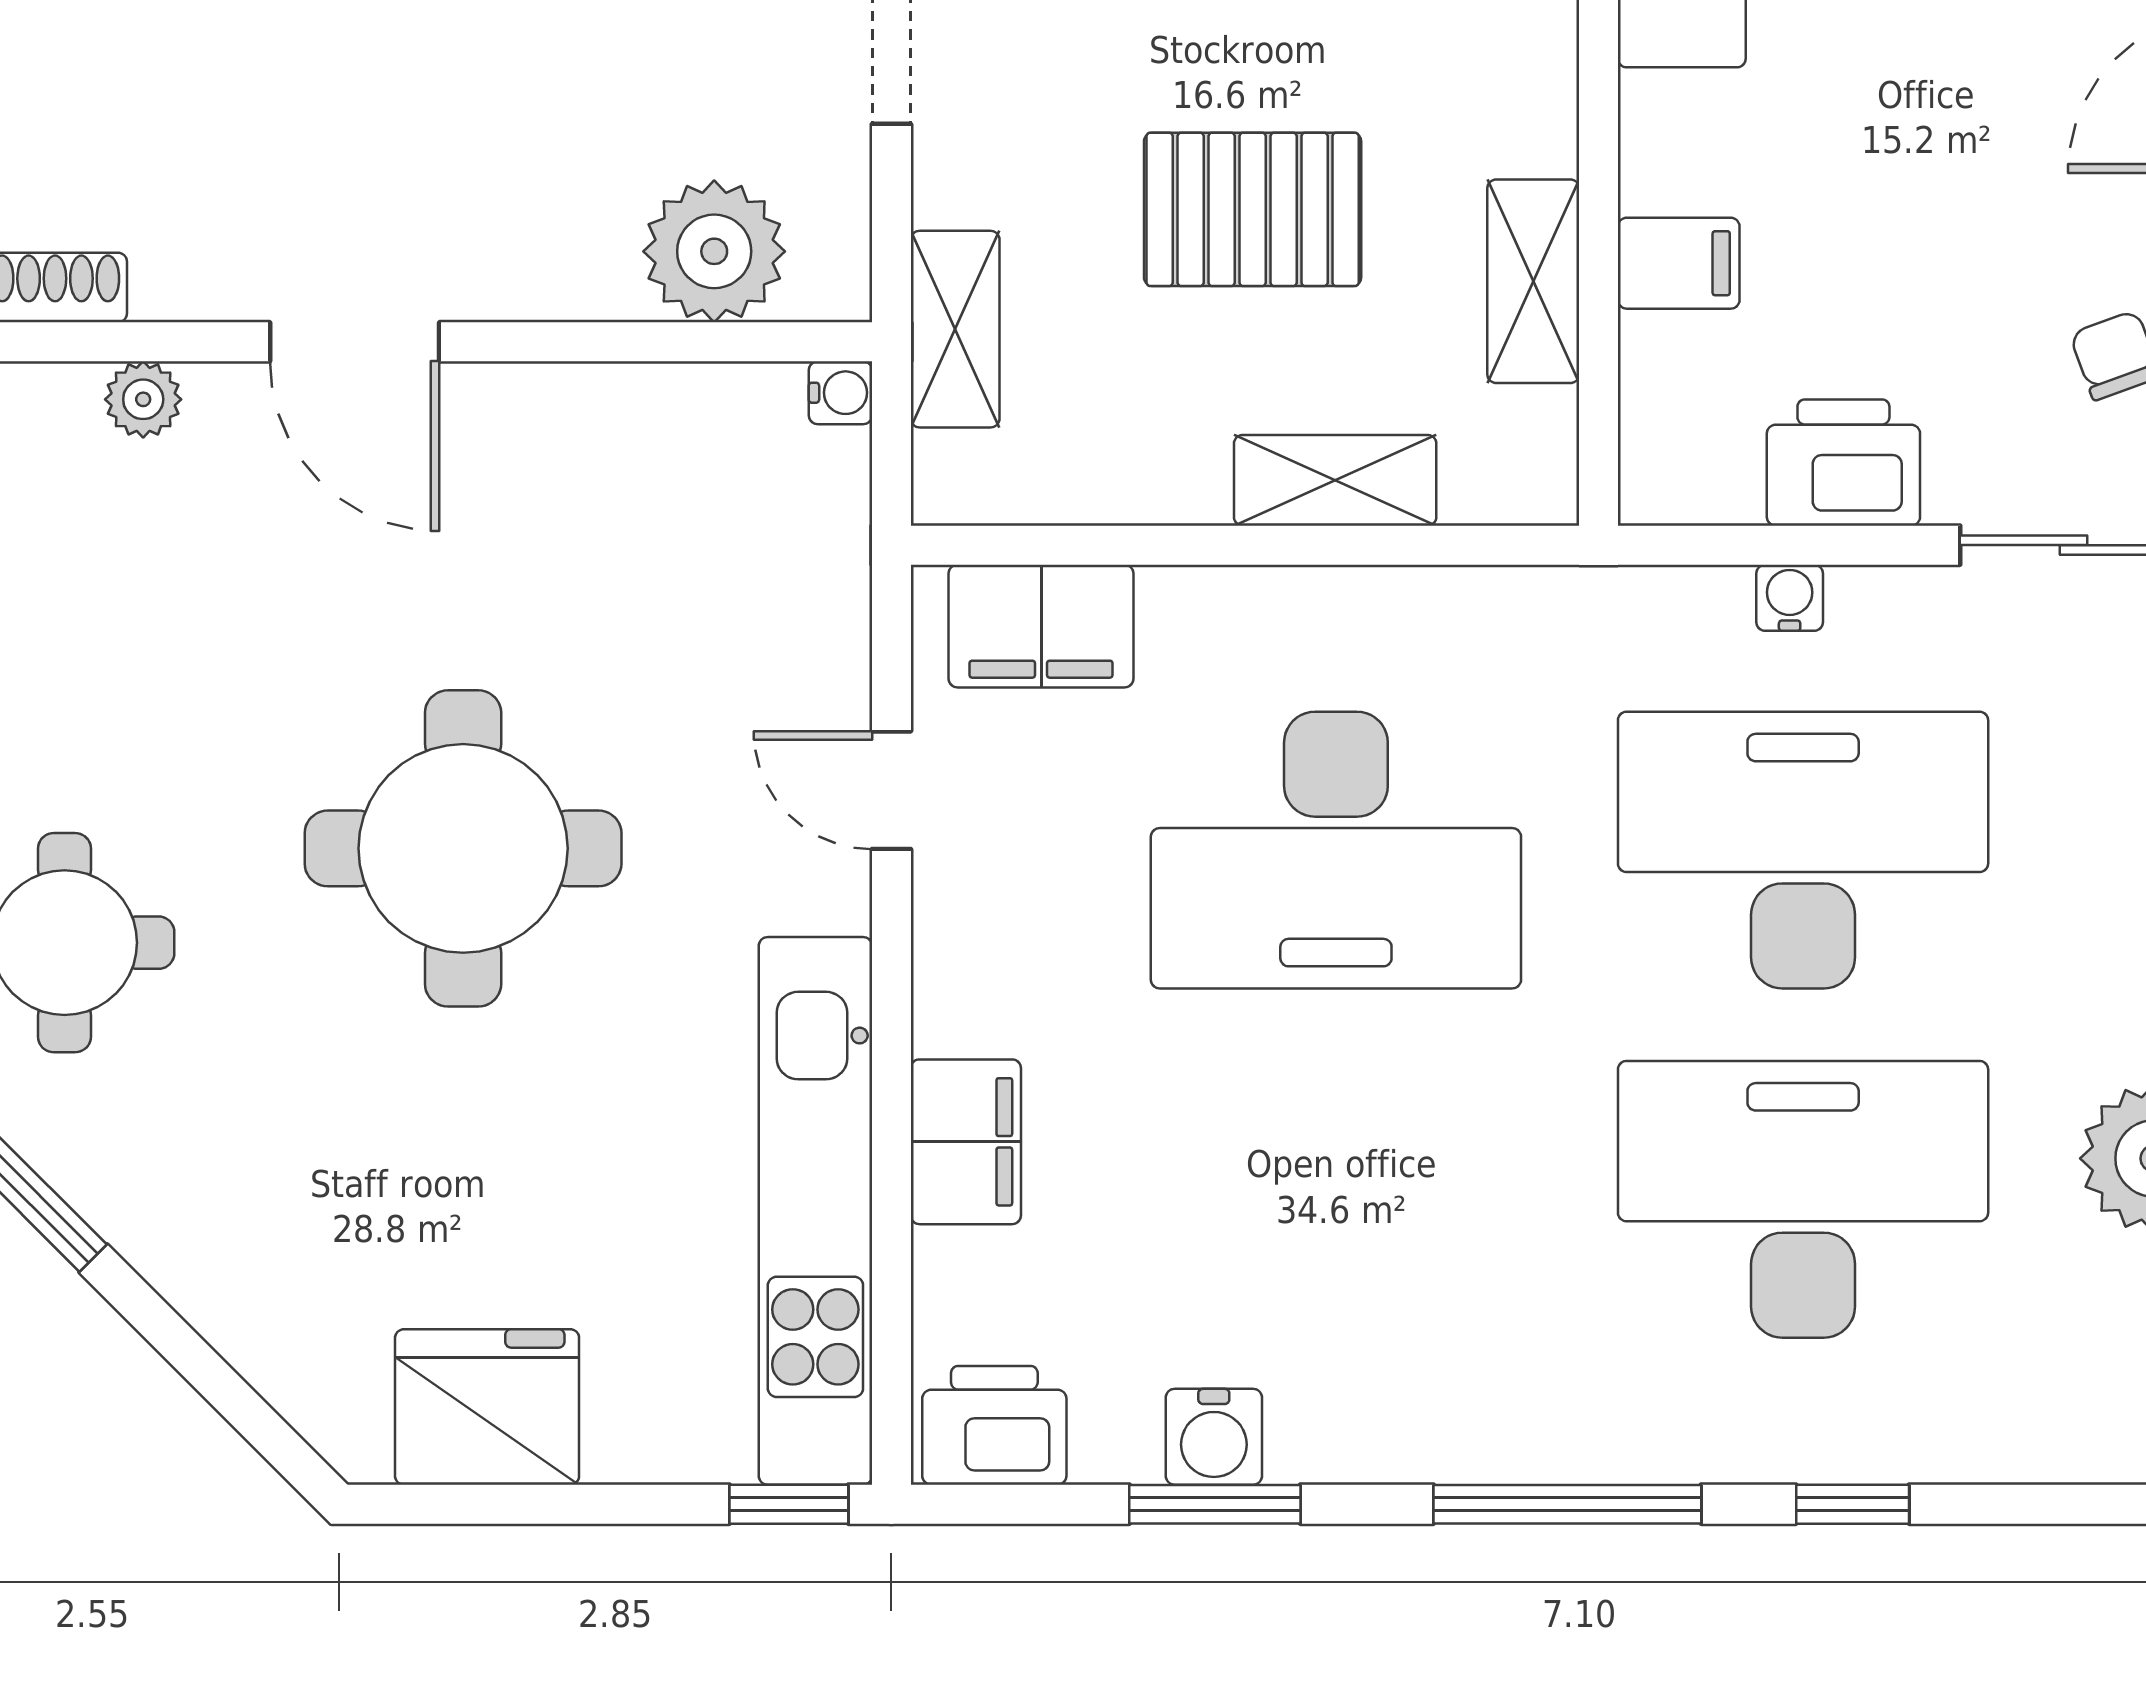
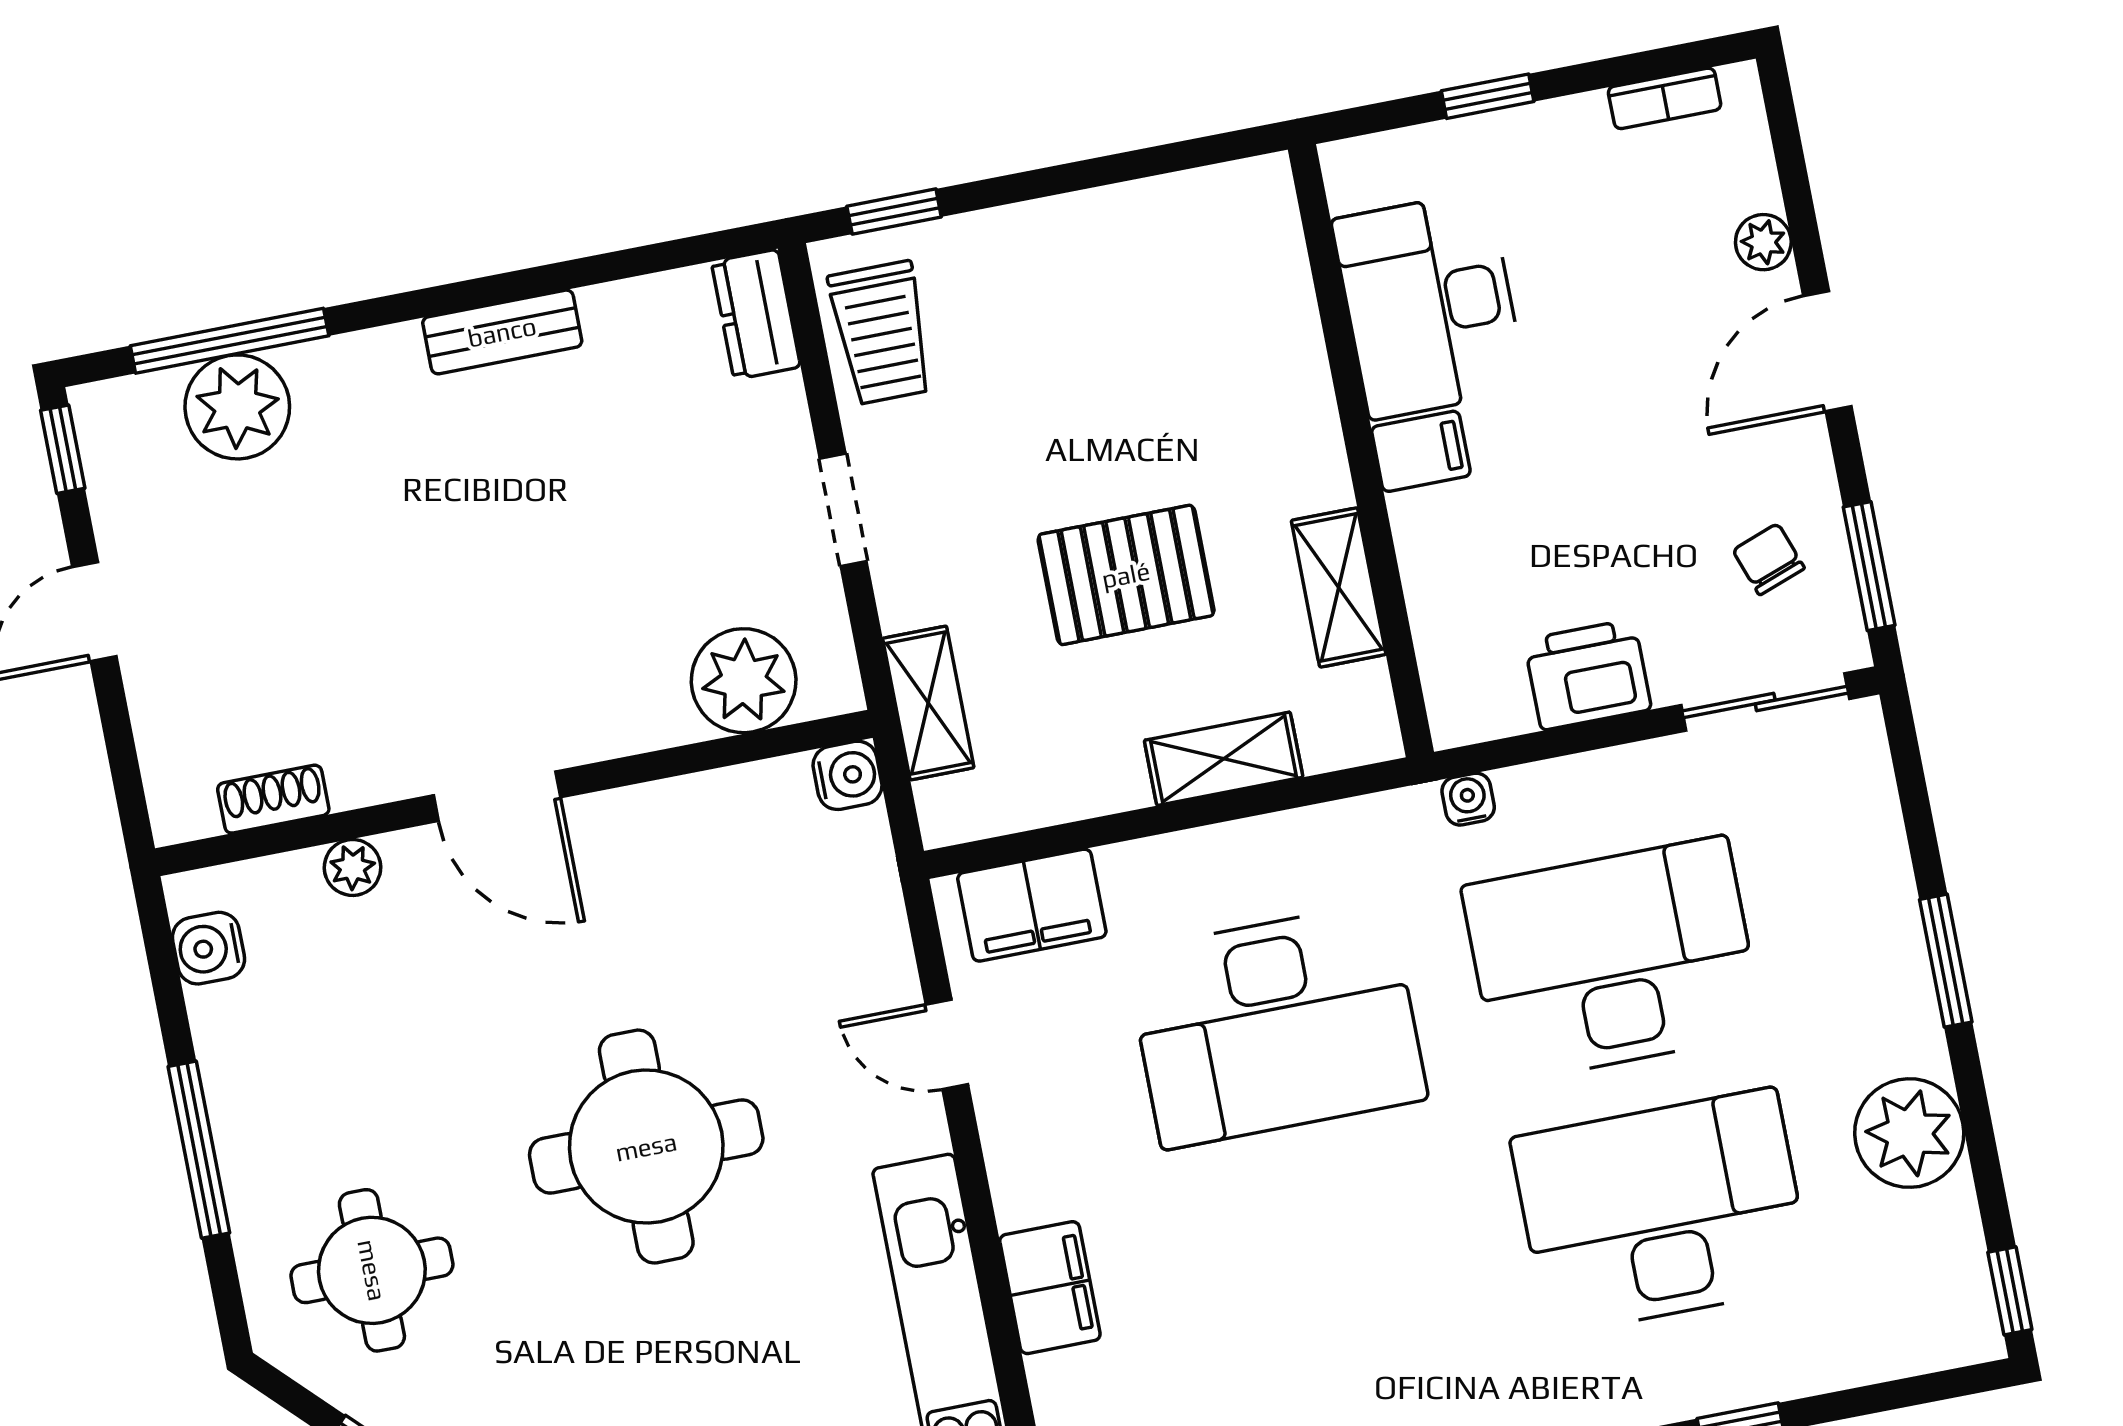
filing cabinet: (1679, 263) -> (1421, 451), moved
water cooler: (840, 393) -> (848, 775), width x1.38, depth x1.38
water cooler: (1790, 598) -> (1468, 799), moved

